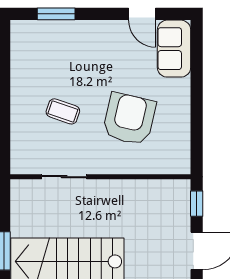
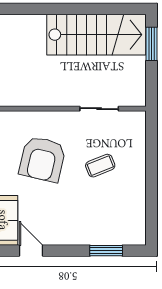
coffee table: (63, 111) -> (100, 166), turned -41

